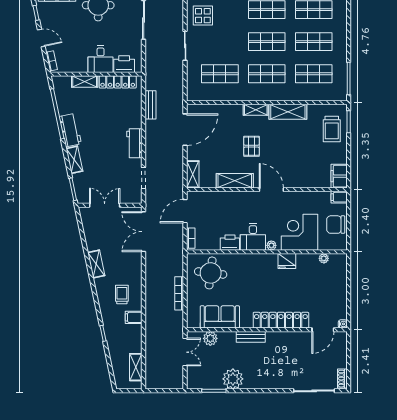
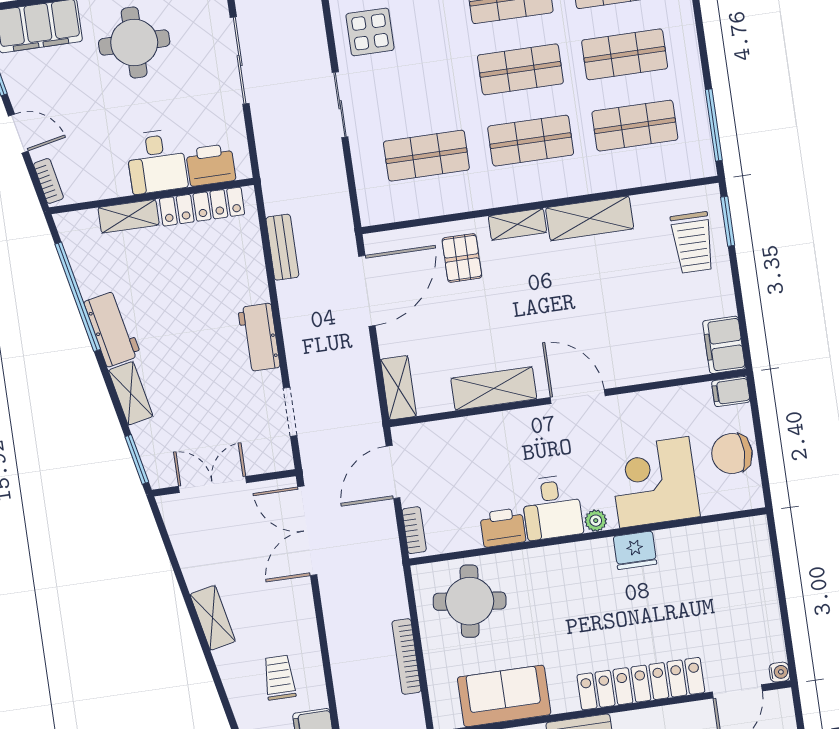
pallet: (252, 146) -> (462, 258), moved
plant: (324, 258) -> (716, 532), removed

